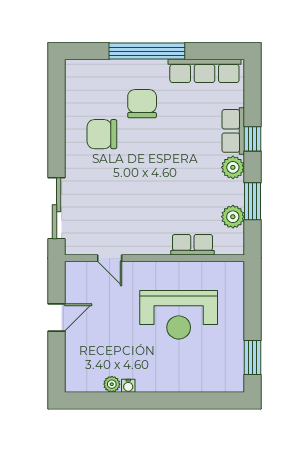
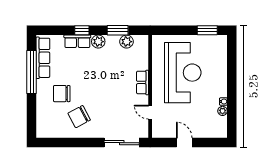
window: (147, 51) -> (32, 72), moved
chair: (102, 134) -> (79, 117), turned 62
row of seats: (192, 245) -> (143, 82), moved
door: (110, 258) -> (150, 112), swing flipped
reception desk: (179, 315) -> (183, 73), width x1.36, depth x1.30

